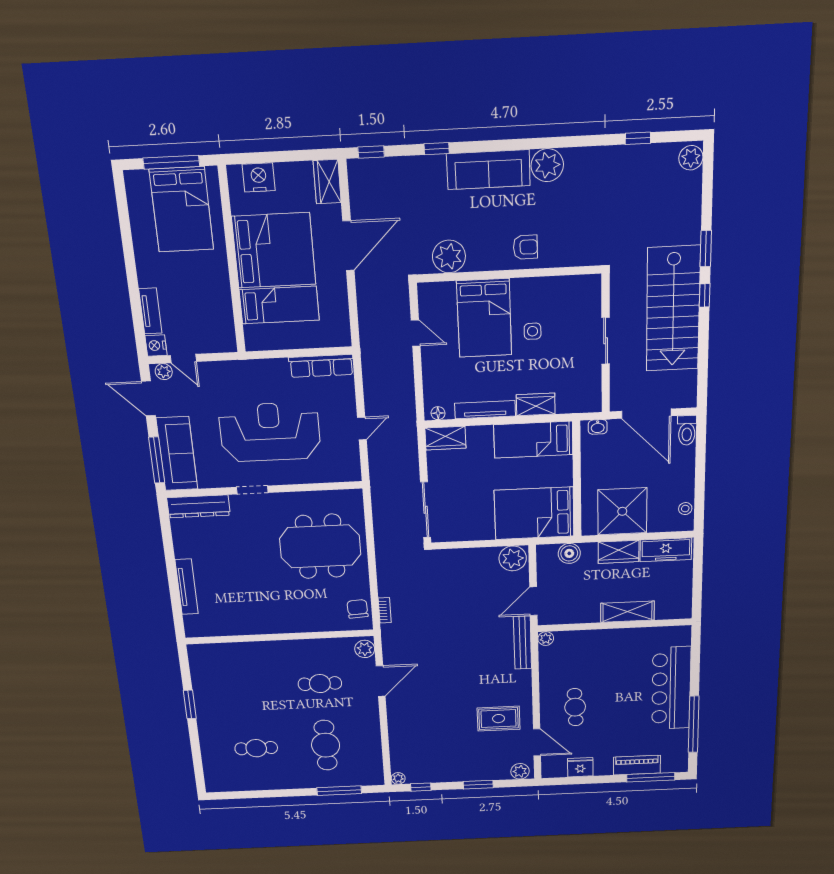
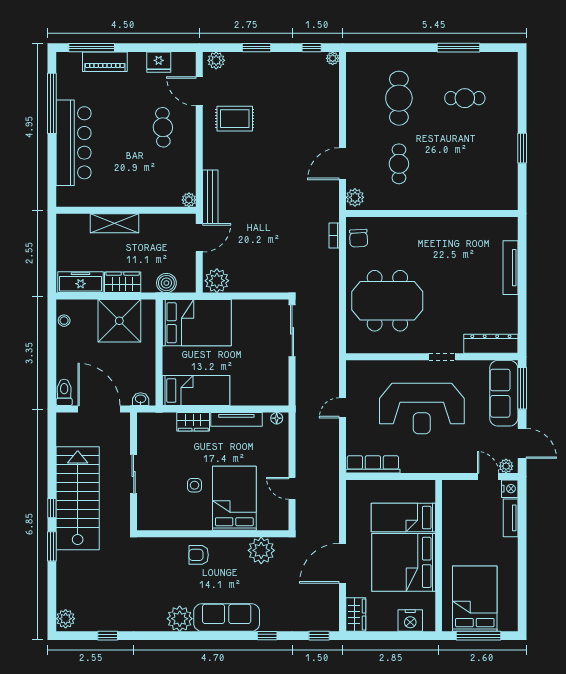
wardrobe: (445, 438) -> (271, 396), removed
cafe table: (320, 684) -> (399, 164), turned 90
window: (339, 791) -> (458, 48), moved

